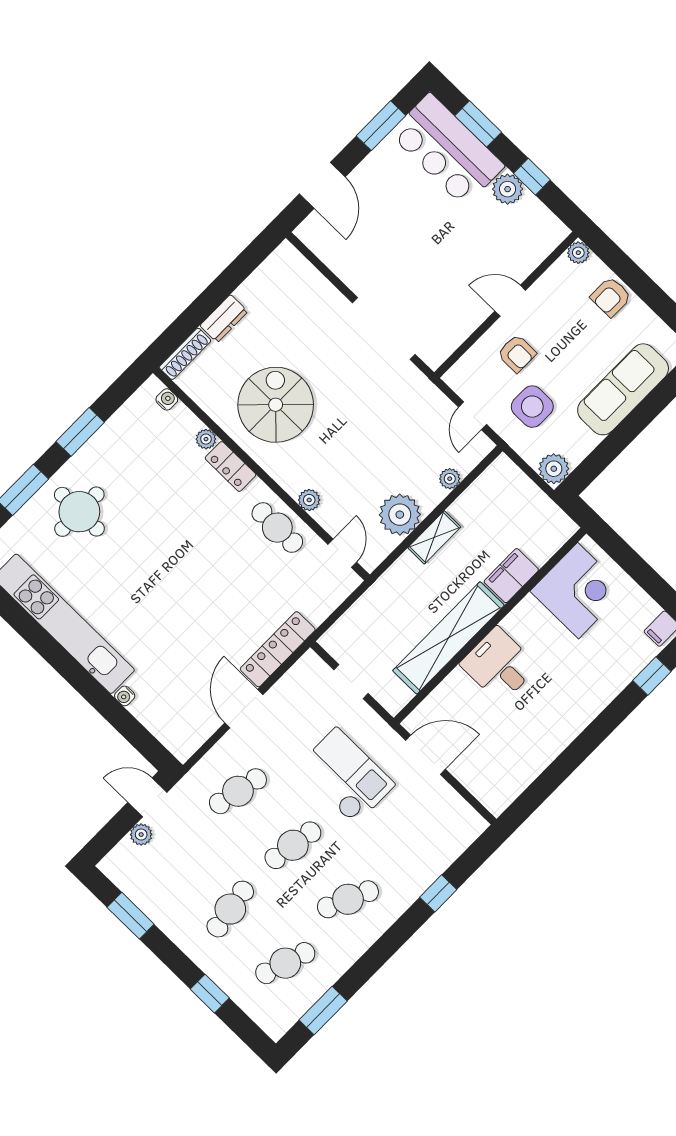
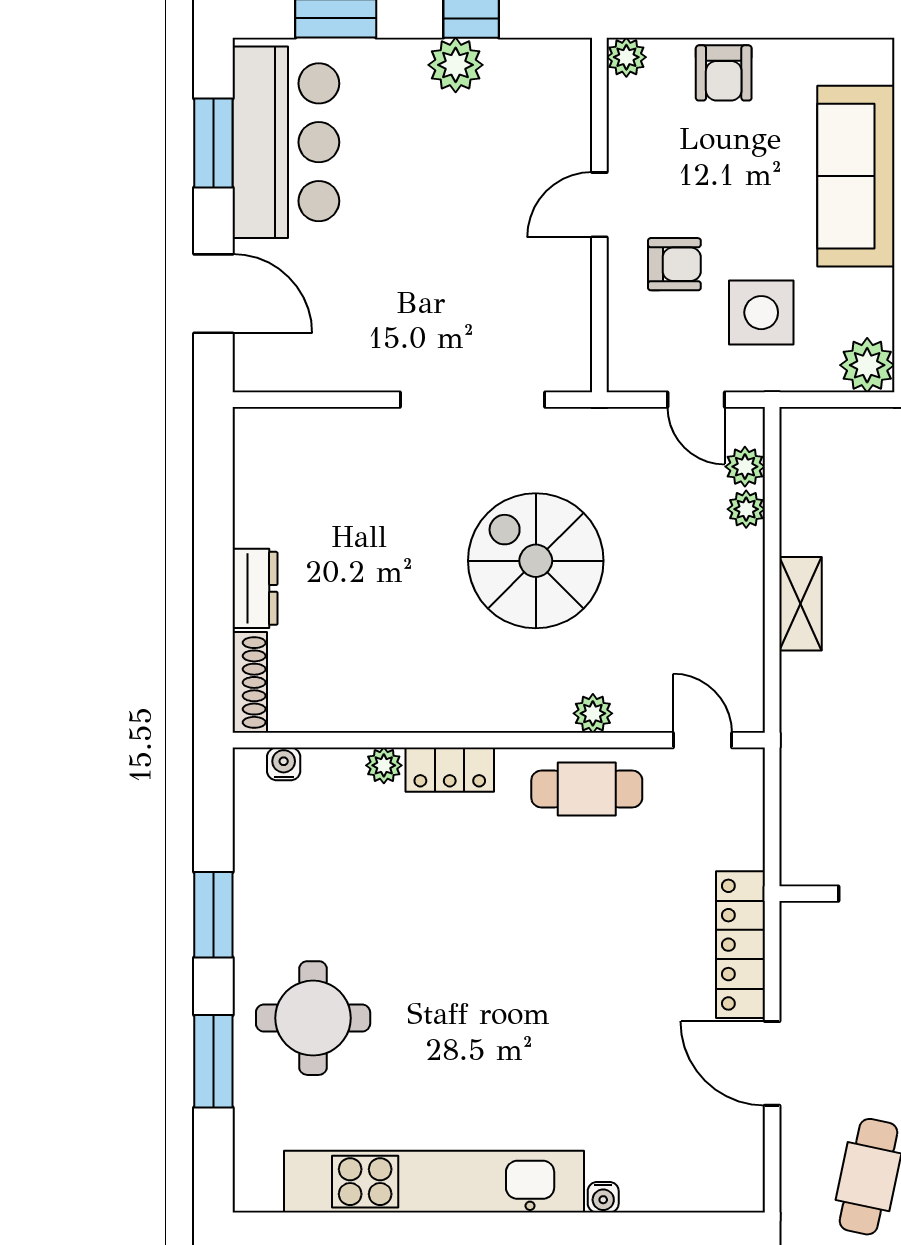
bar counter: (447, 150) -> (286, 142), moved, turned -90
spiral stairs: (276, 405) -> (536, 561), moved
plant: (400, 515) -> (745, 467), moved, width x0.53, depth x0.53

